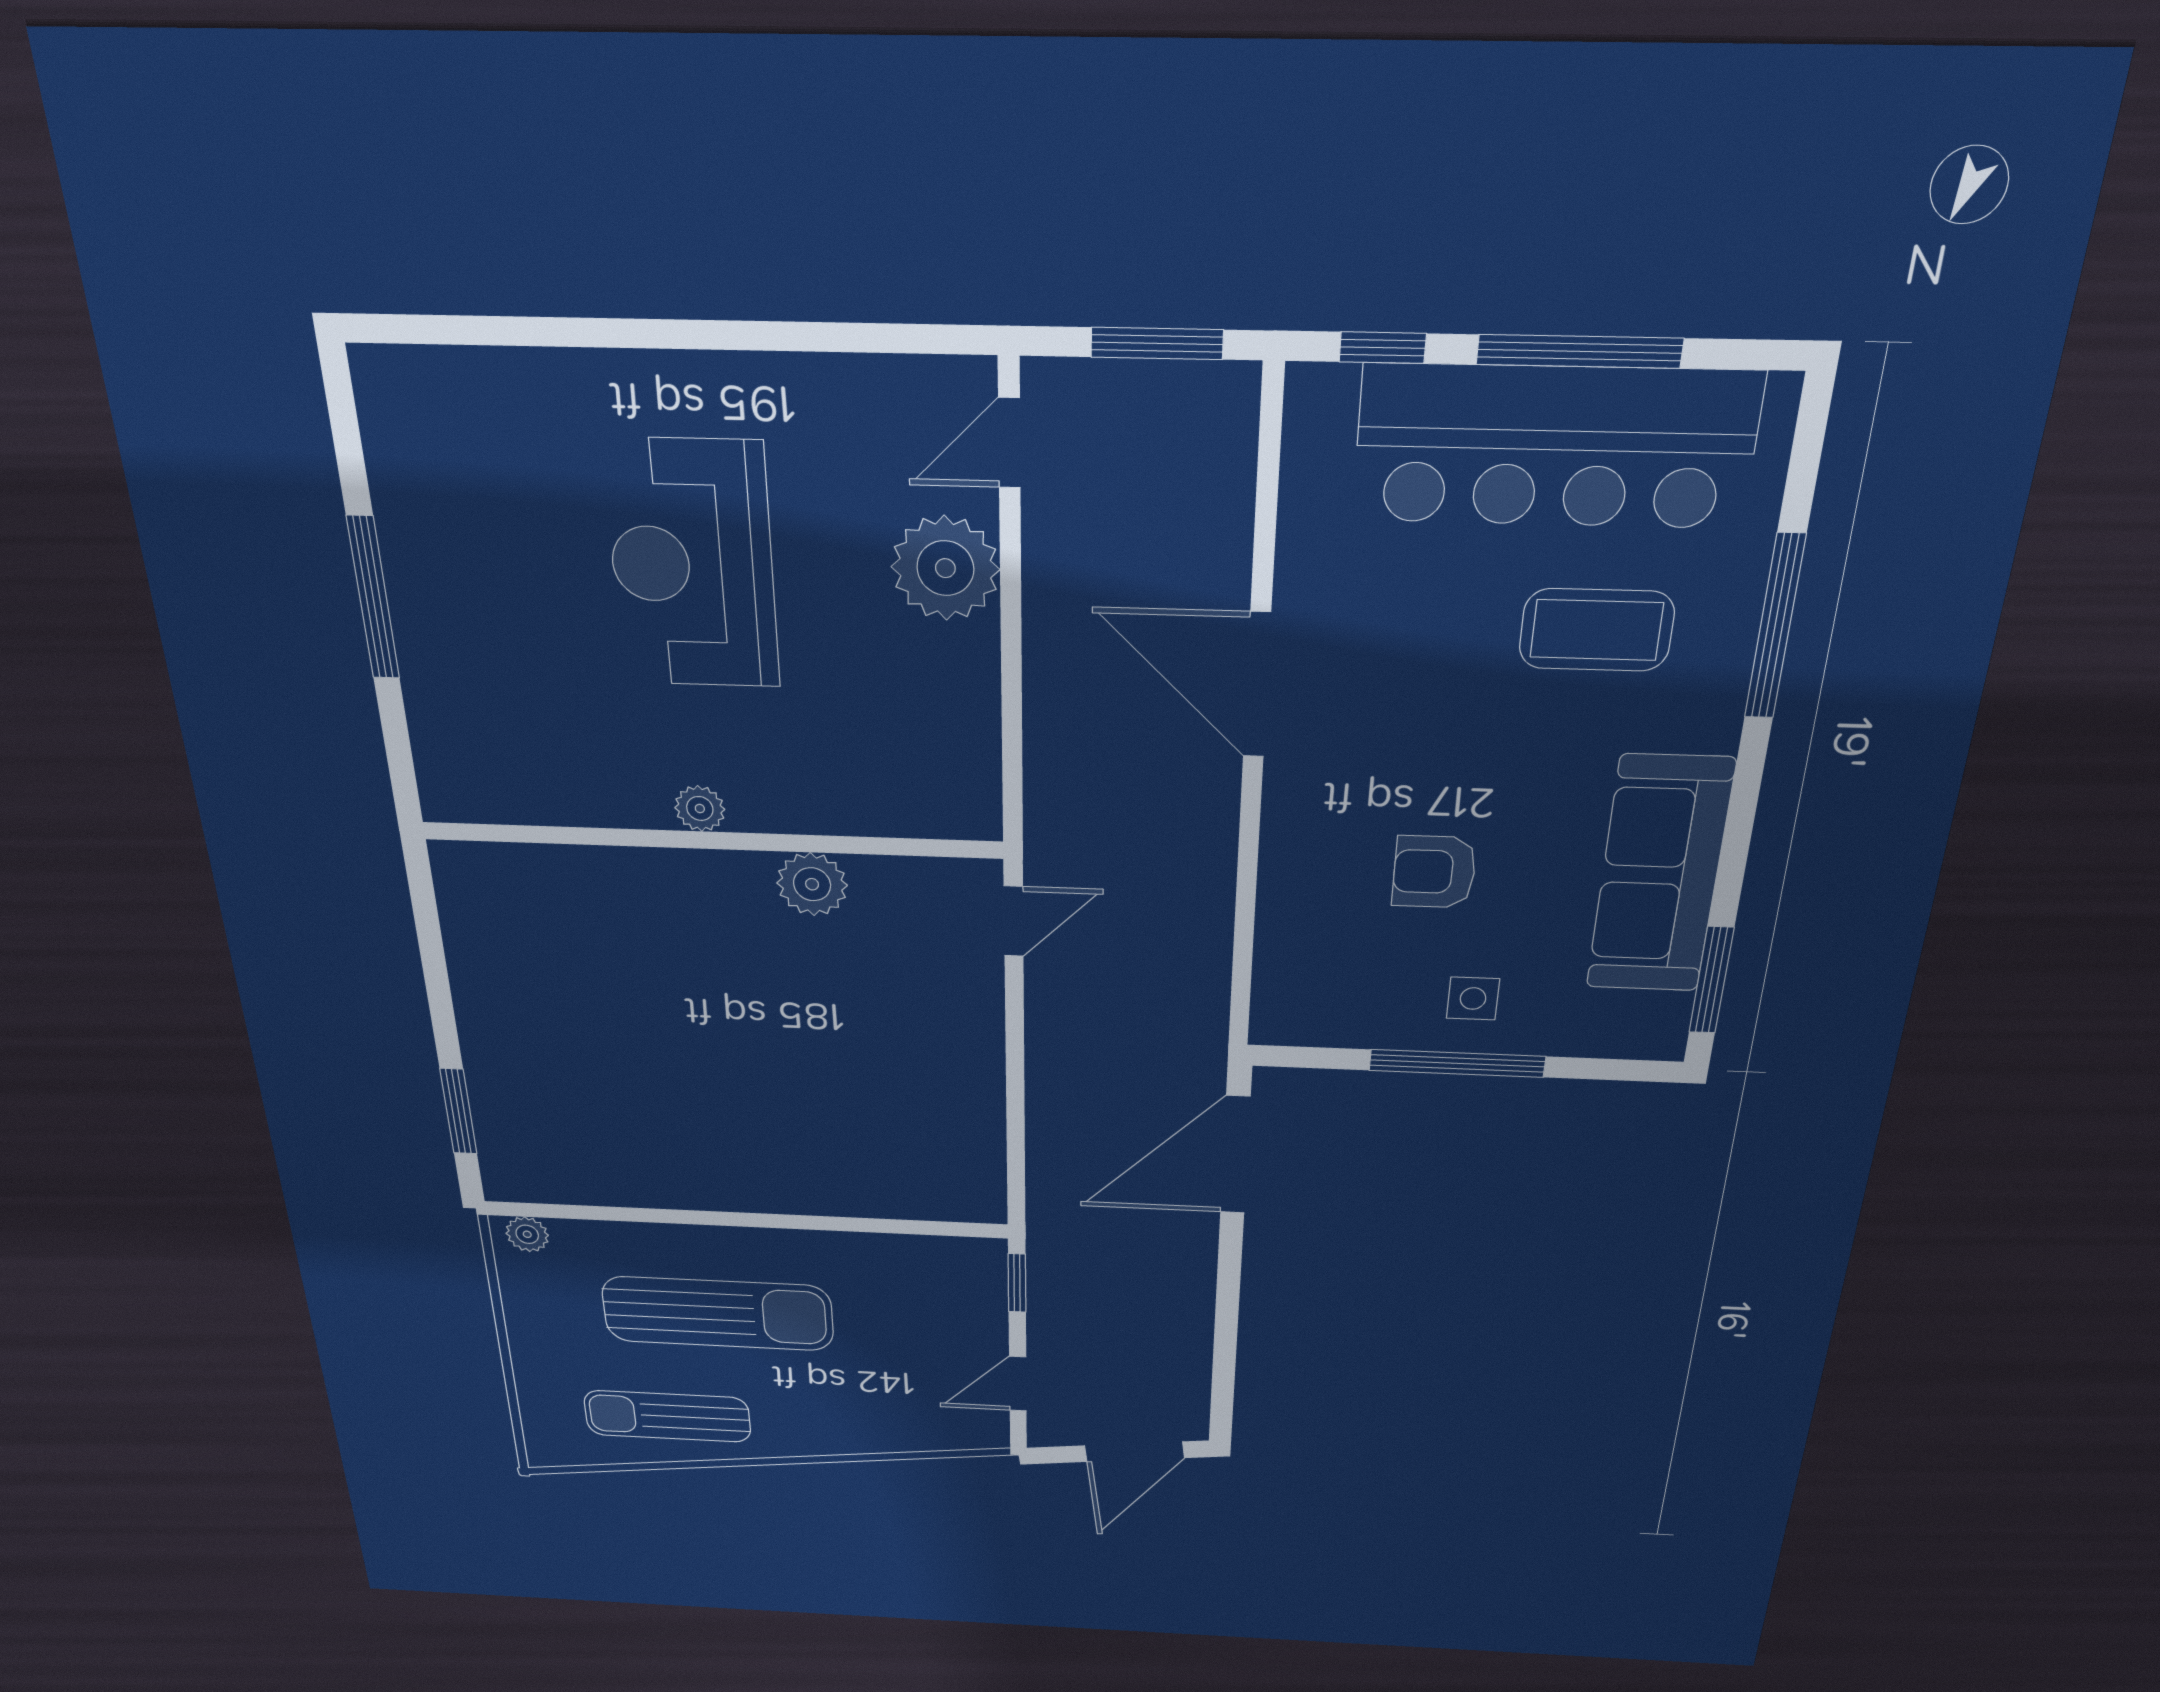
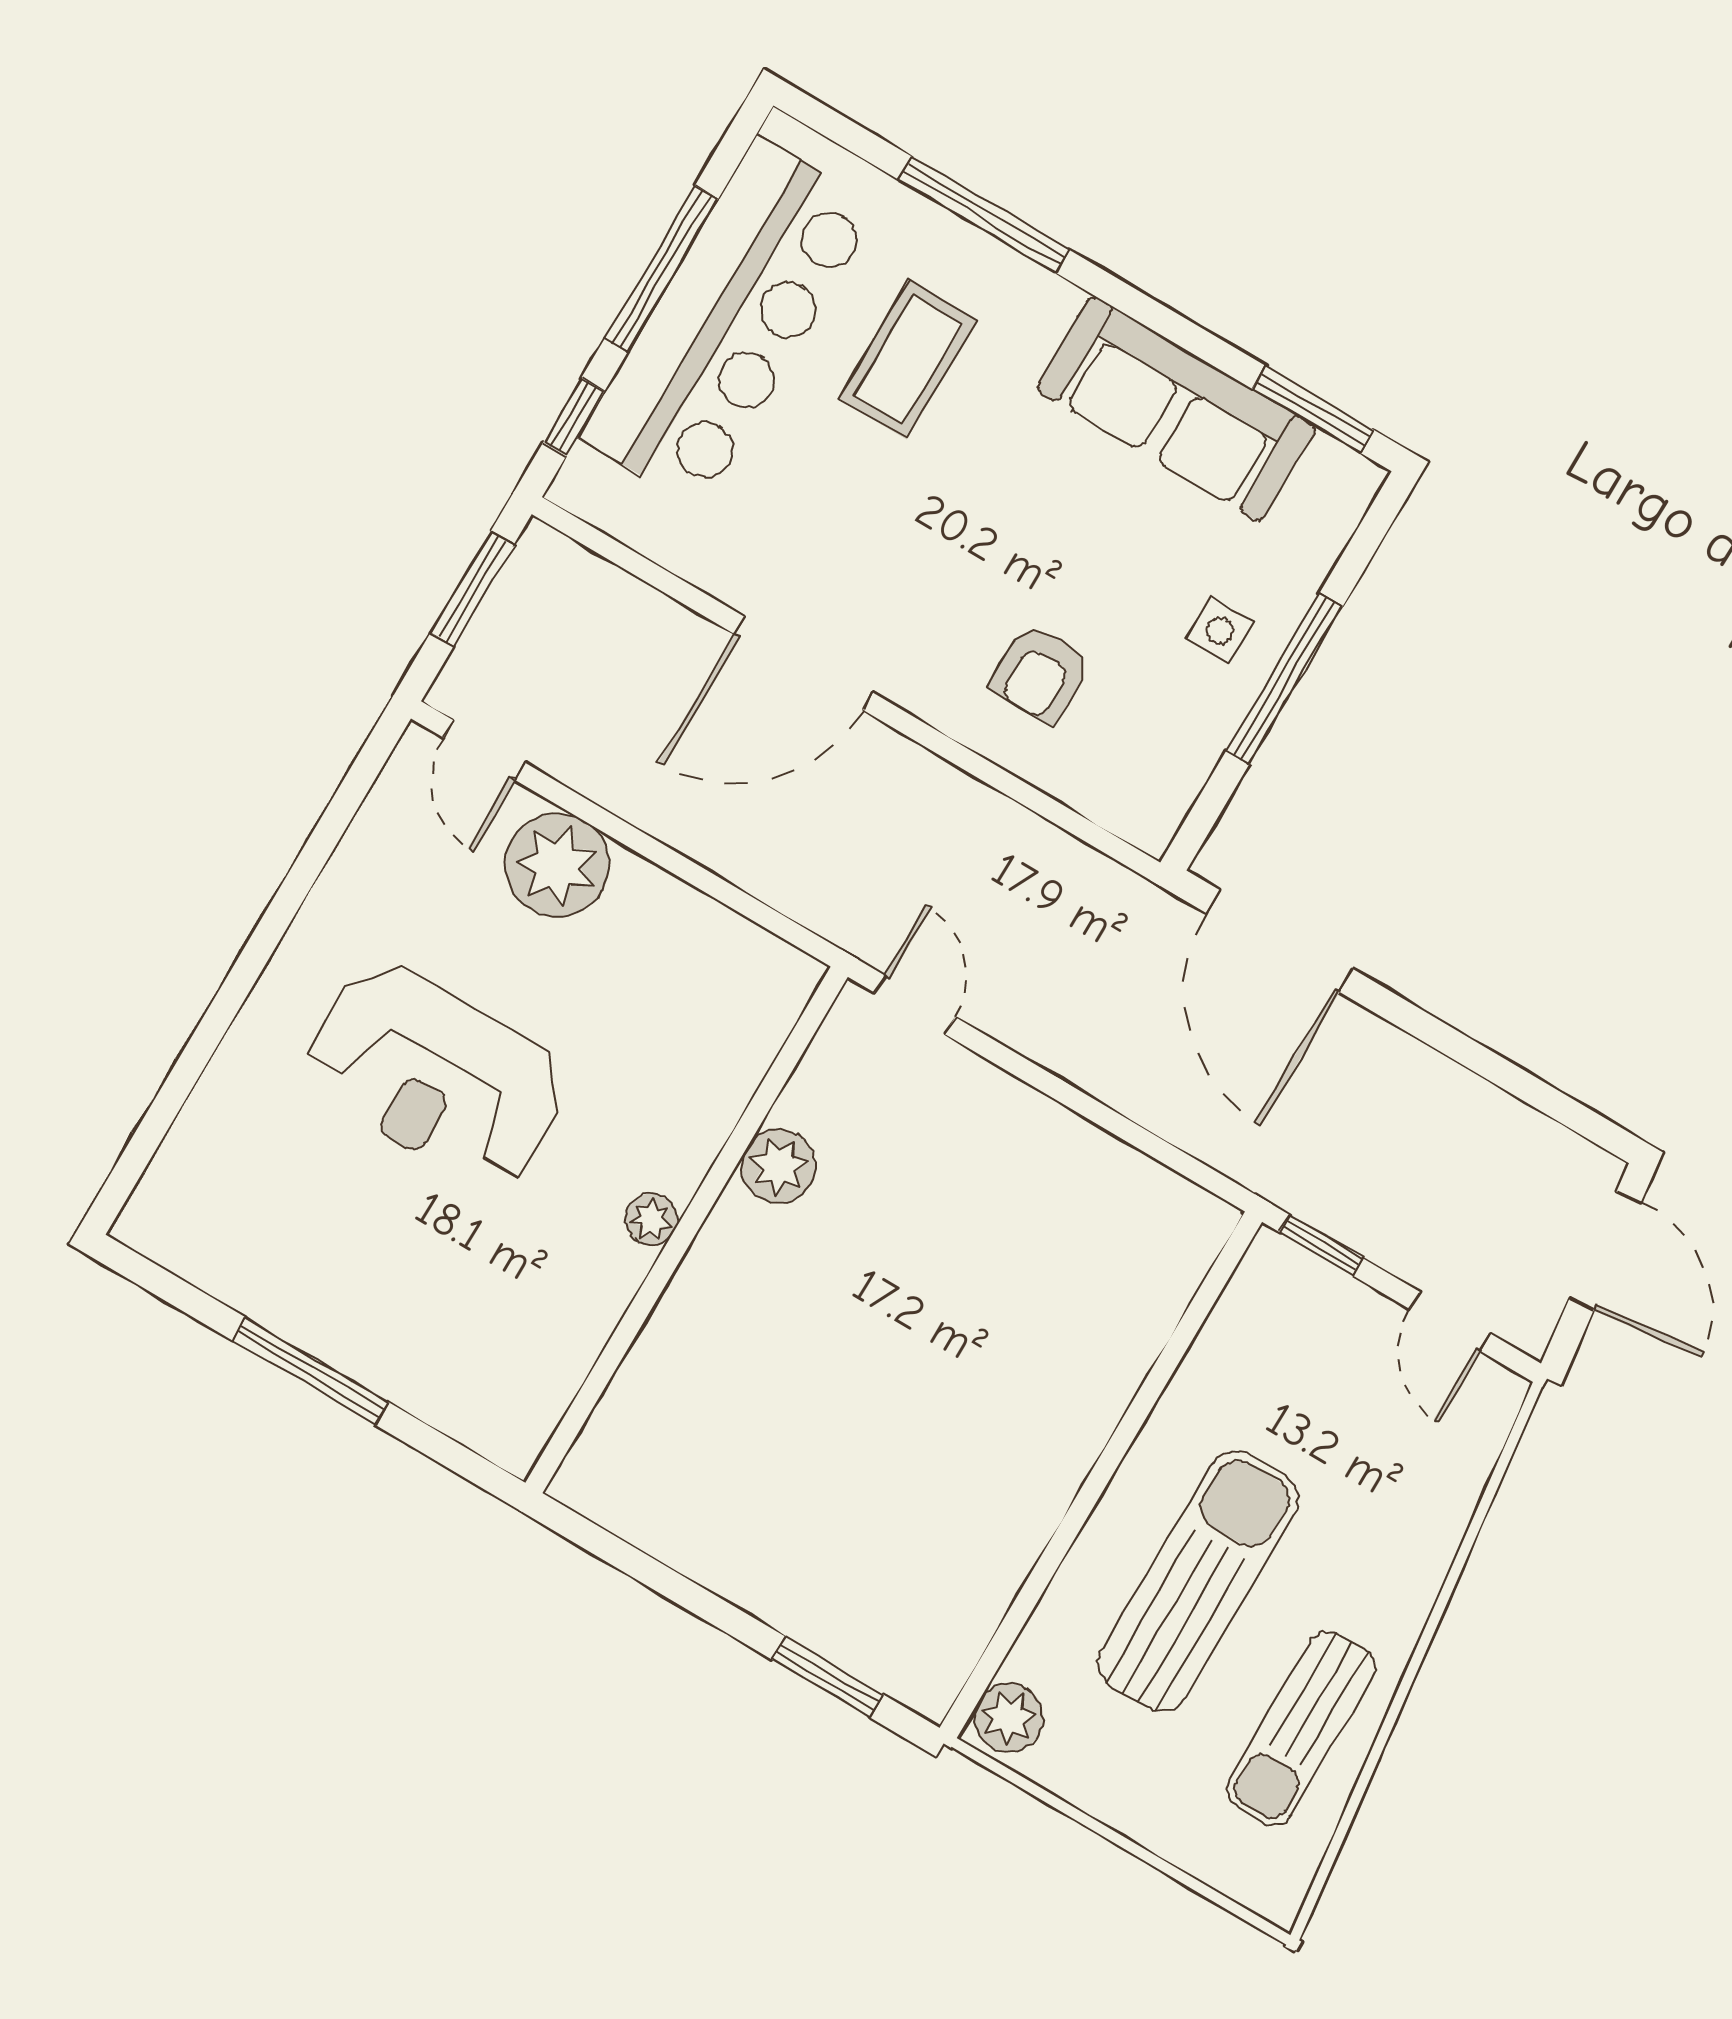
armchair: (1434, 872) -> (1040, 673), moved
plant: (527, 1234) -> (1009, 1718), width x1.38, depth x1.38

